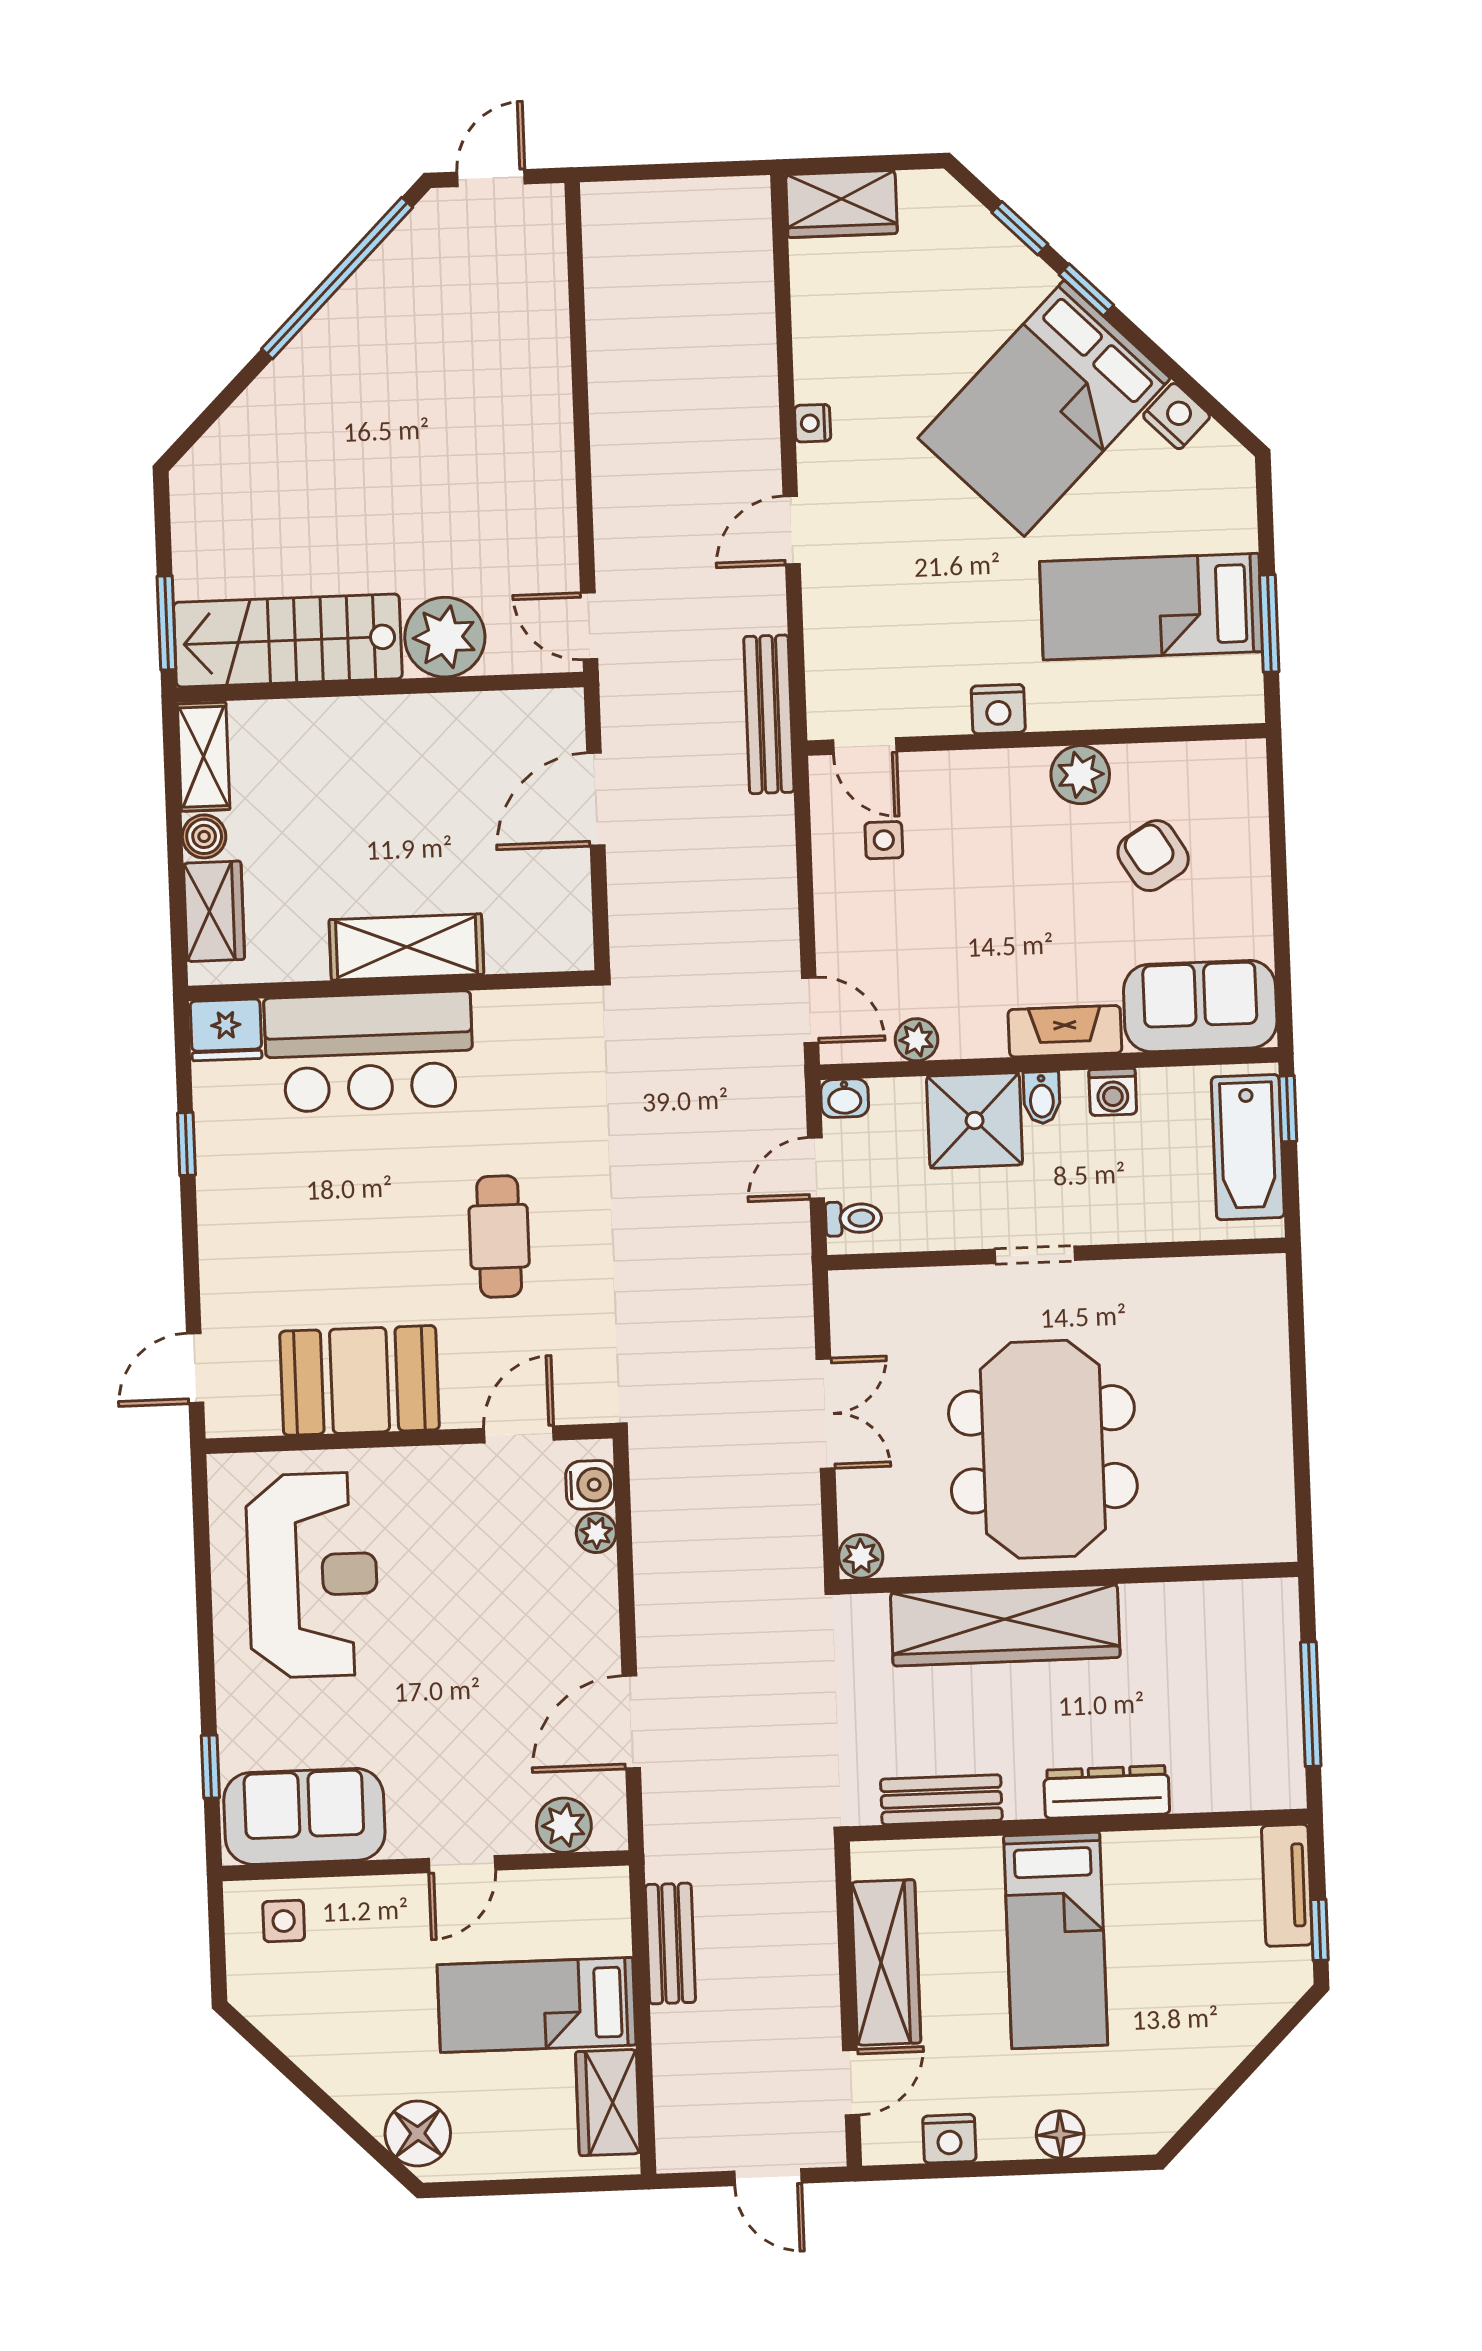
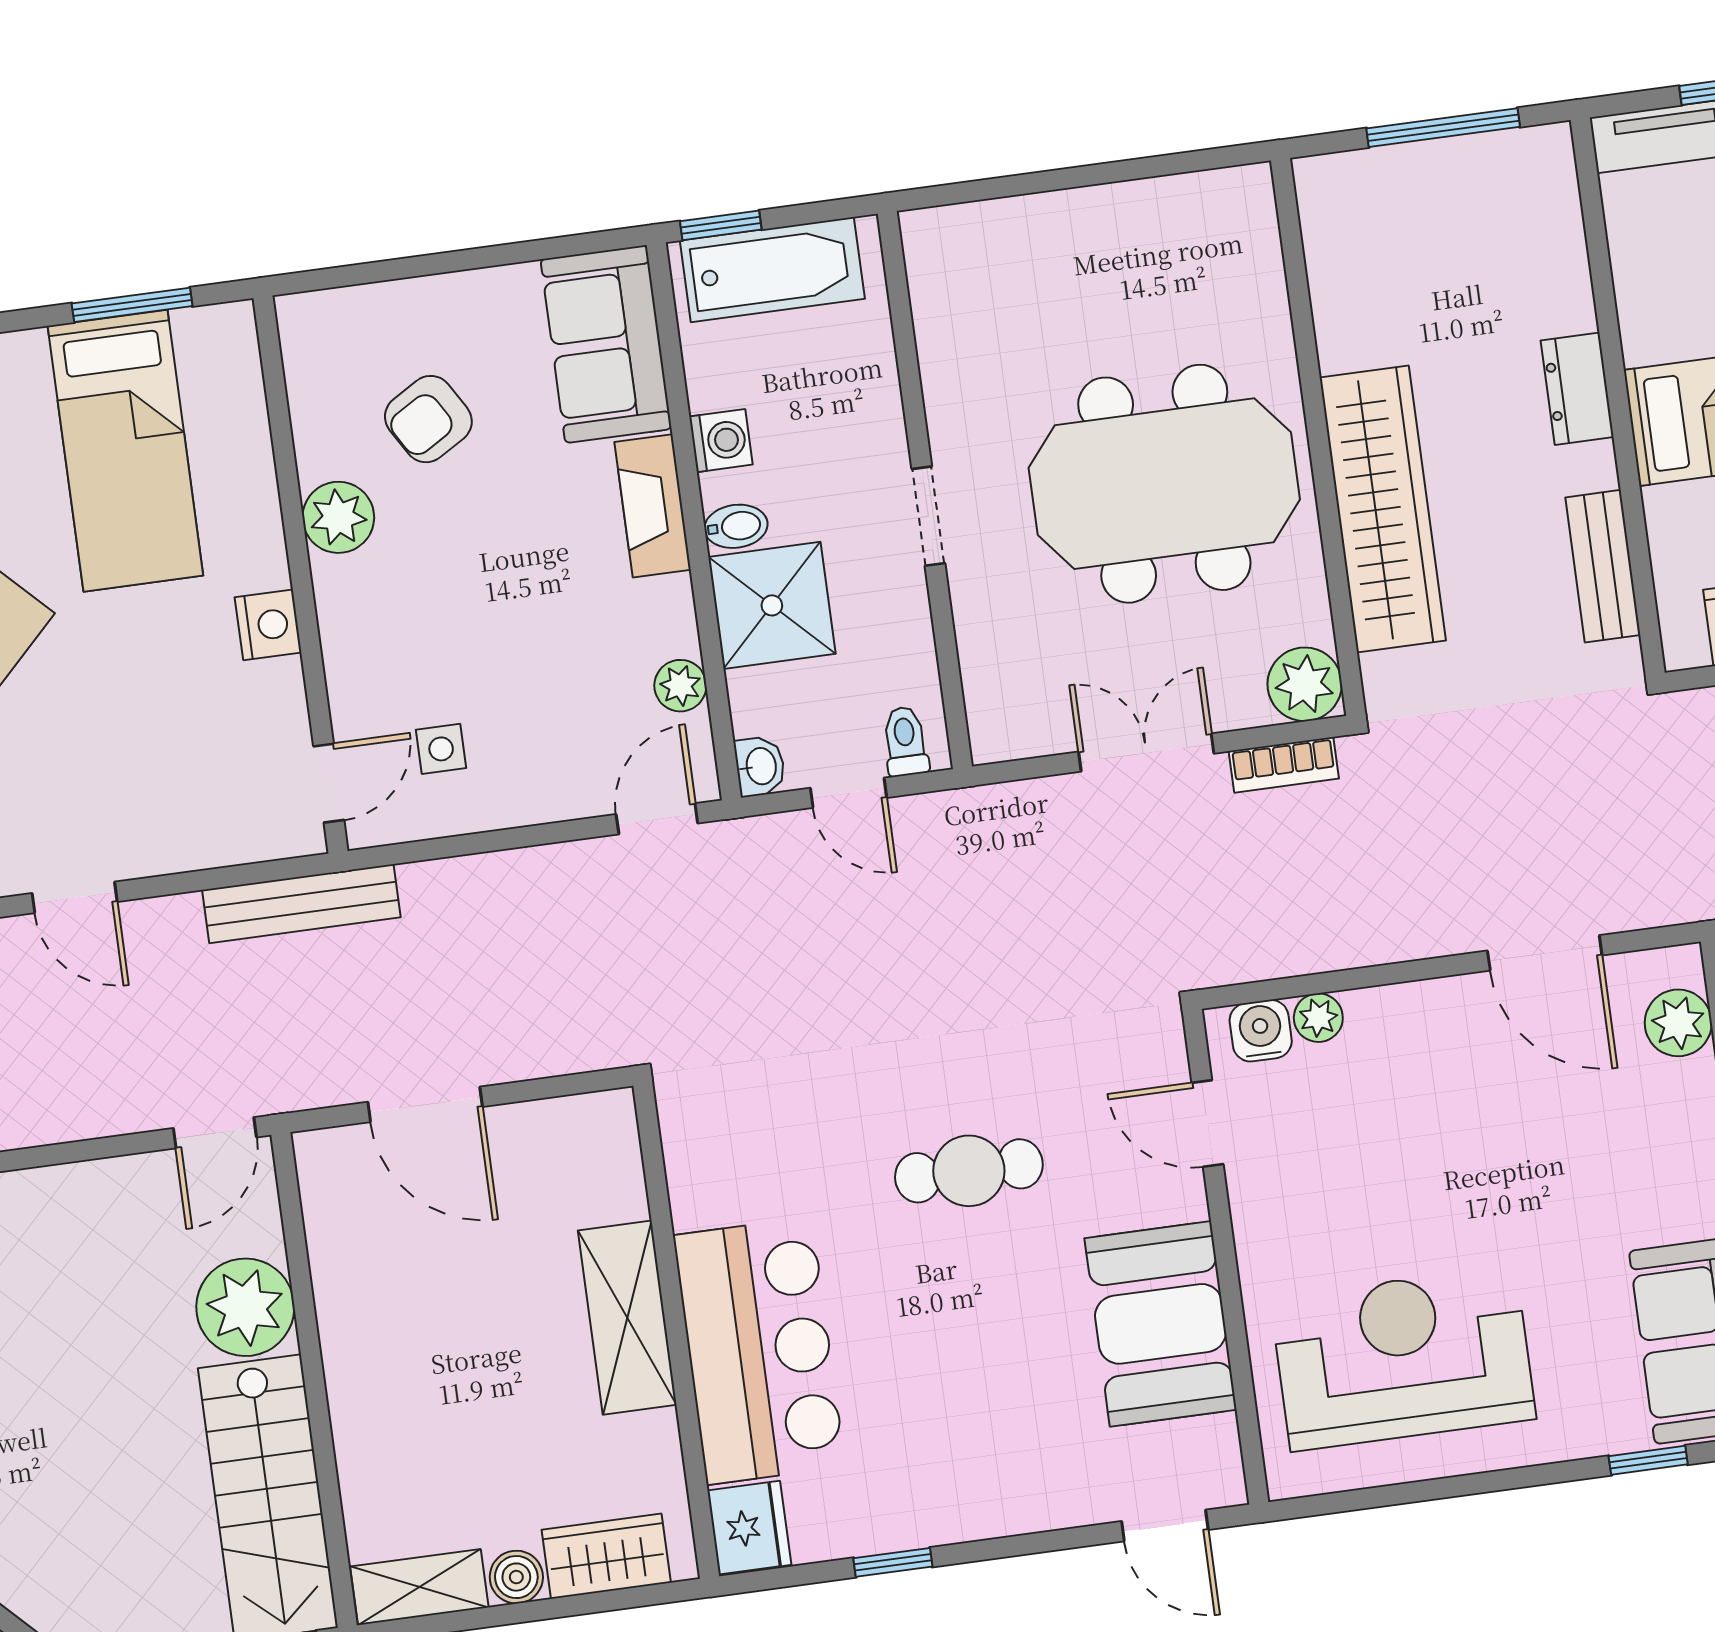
bookcase: (805, 1524) -> (1284, 765), added
plant: (861, 1556) -> (1305, 684), width x1.38, depth x1.38
dresser: (1107, 1792) -> (1577, 389), width x0.70

